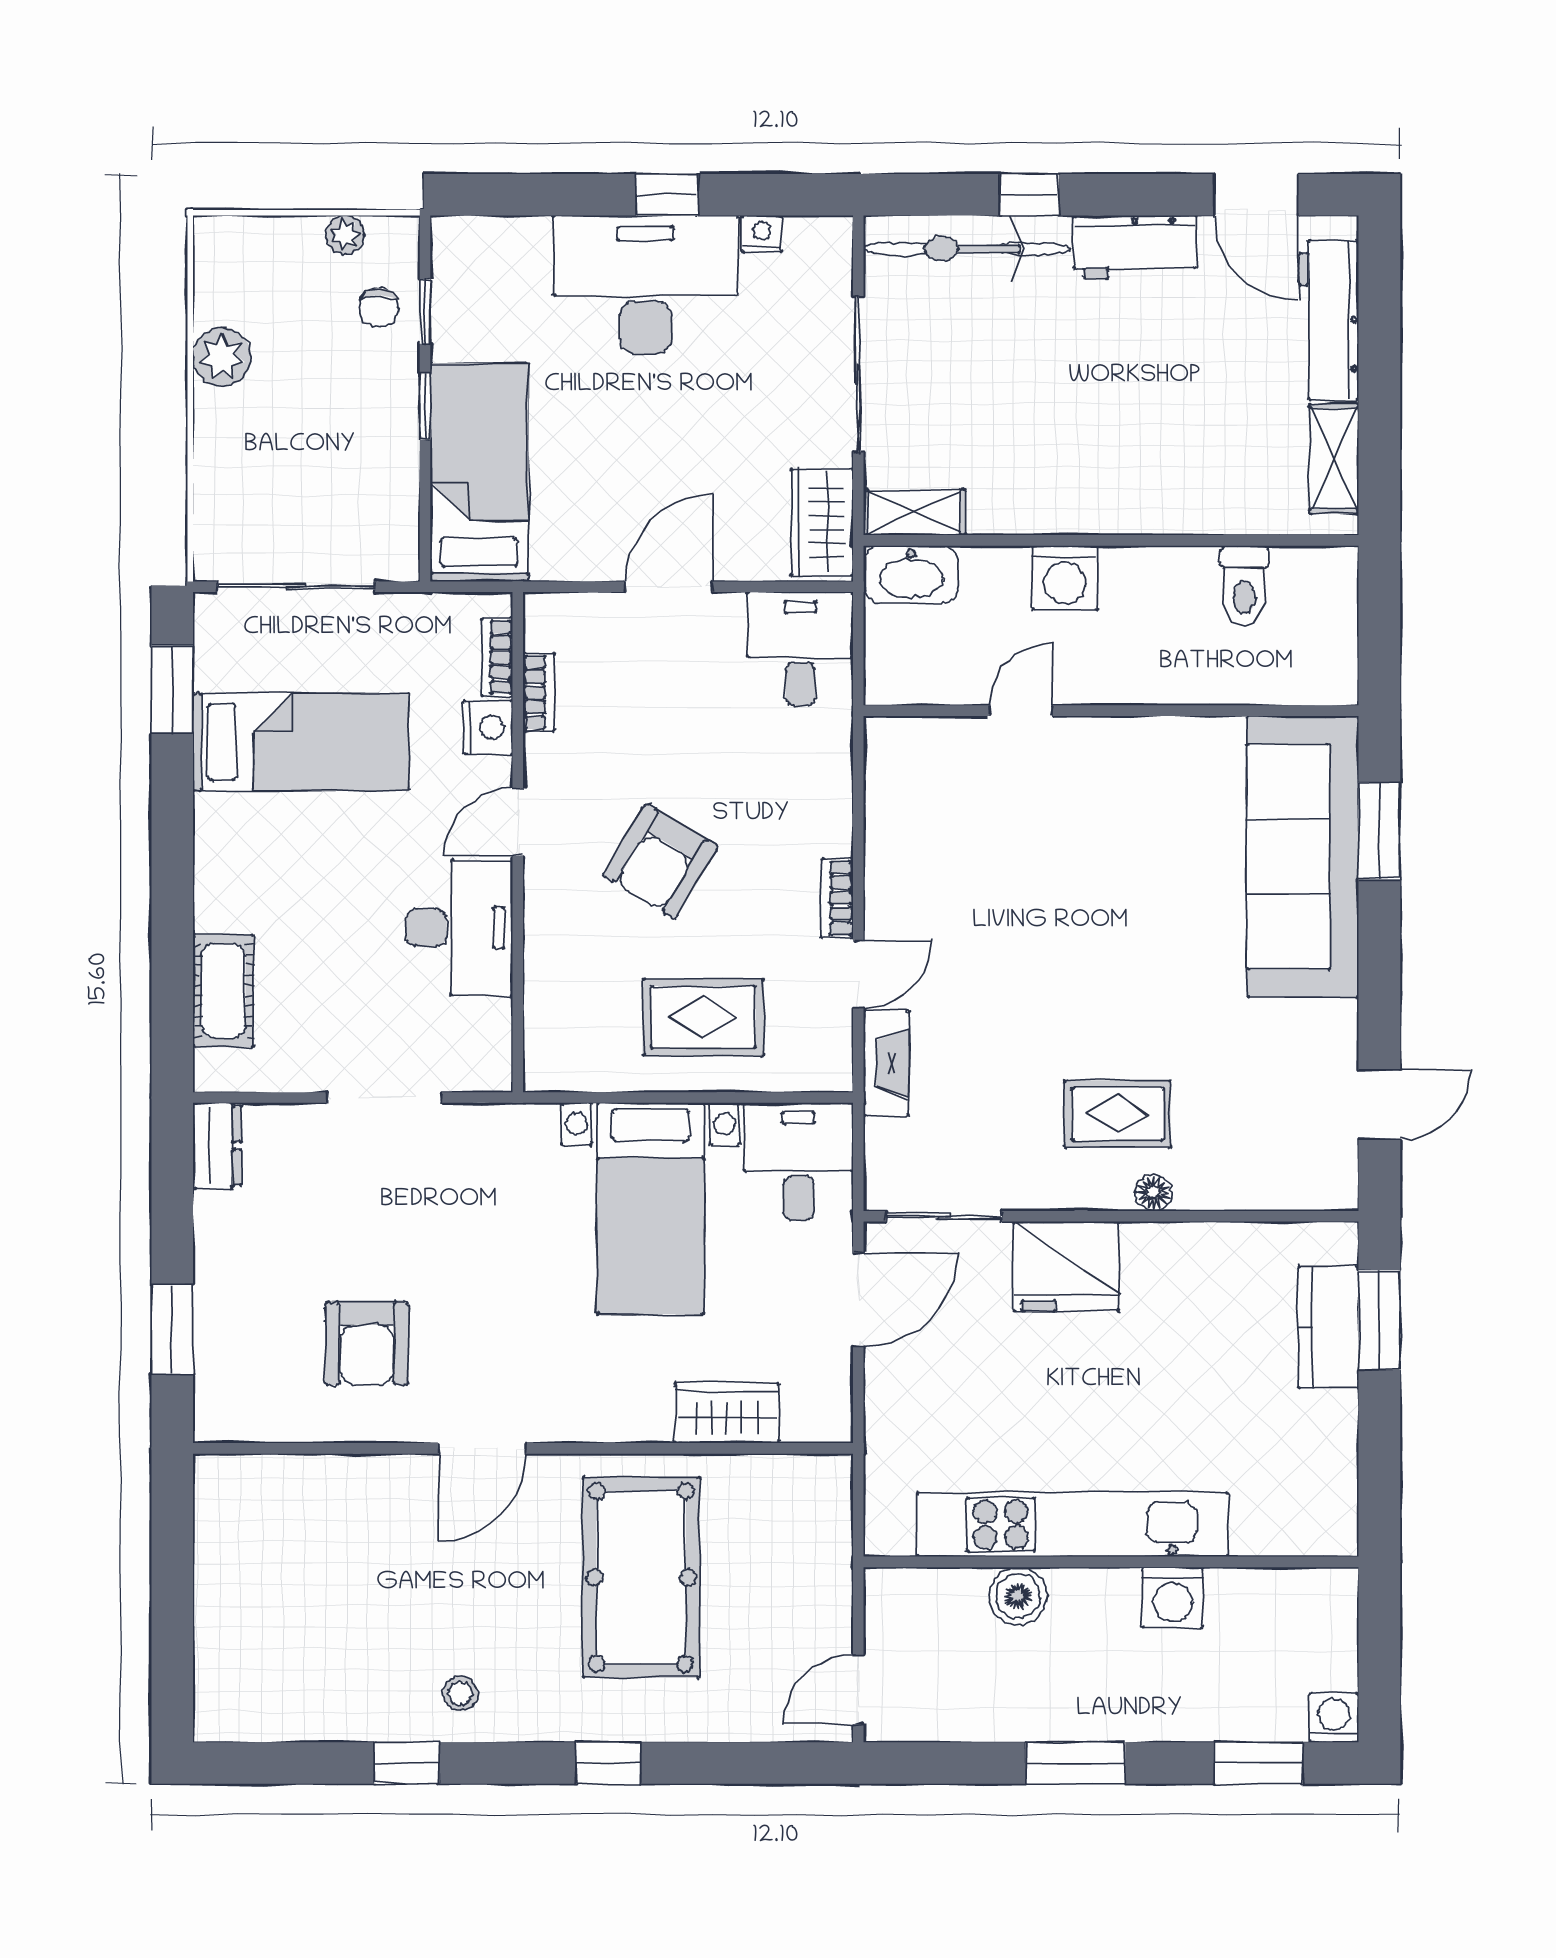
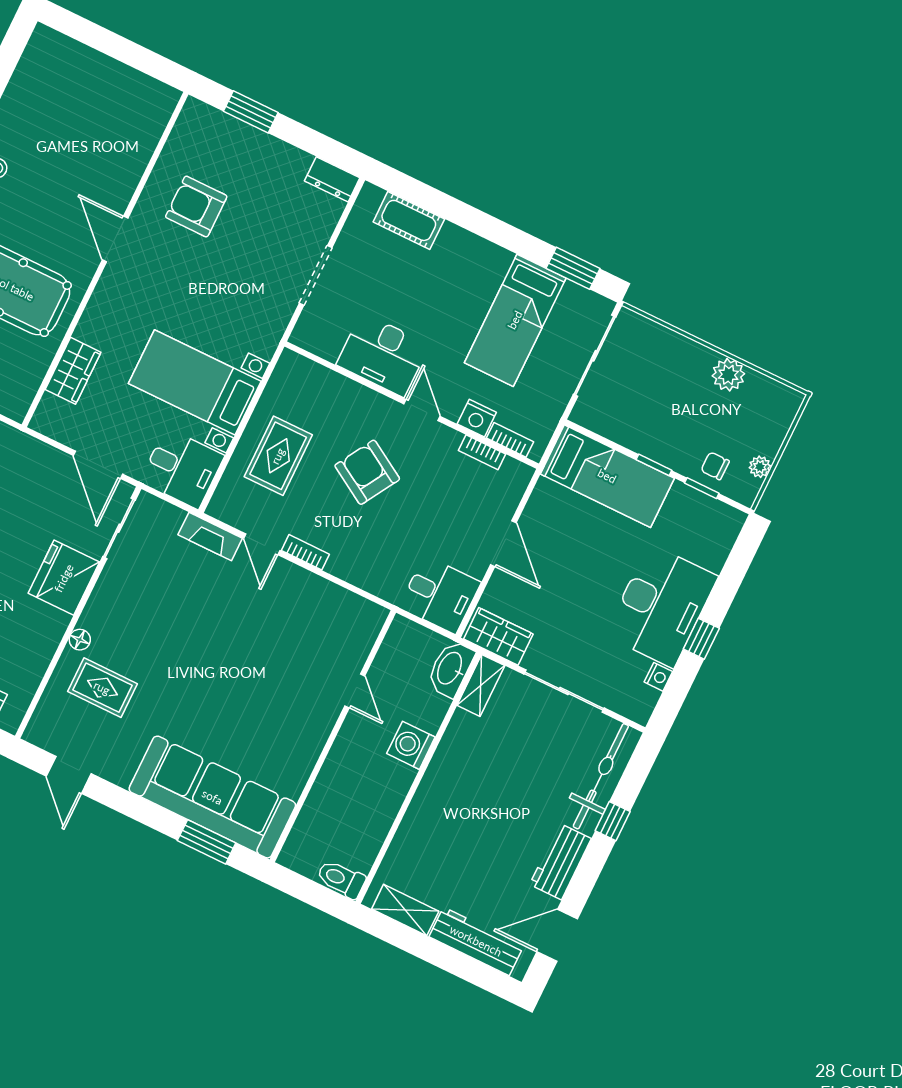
toilet: (1244, 586) -> (341, 879), moved
rug: (1117, 1114) -> (102, 688), moved, turned 90

